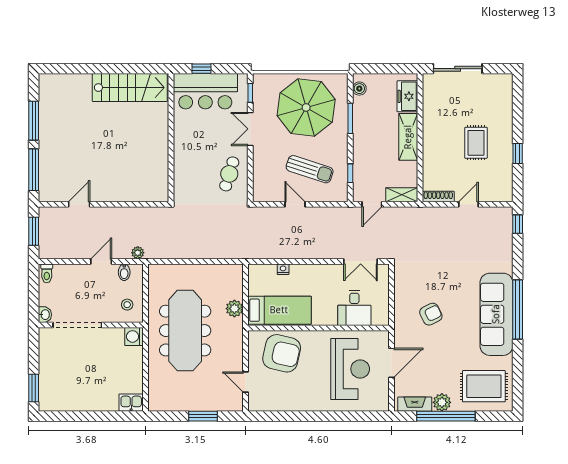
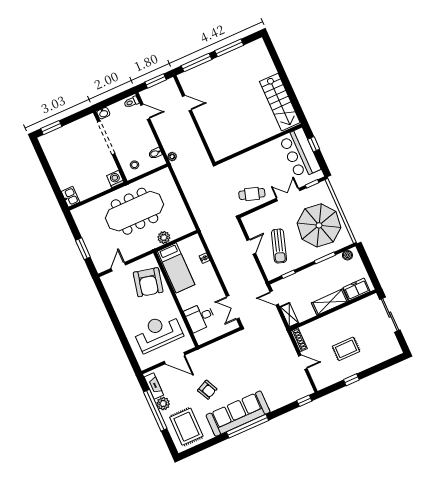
door: (101, 261) -> (145, 112), moved
armchair: (431, 314) -> (207, 390), moved
reception desk: (350, 369) -> (158, 333), turned 180

